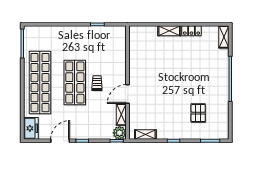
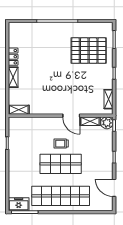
shelving: (224, 37) -> (19, 110), moved
pallet: (198, 113) -> (89, 51), width x2.05, depth x2.00
freezer: (31, 128) -> (19, 204), moved
door: (60, 141) -> (114, 188), moved

